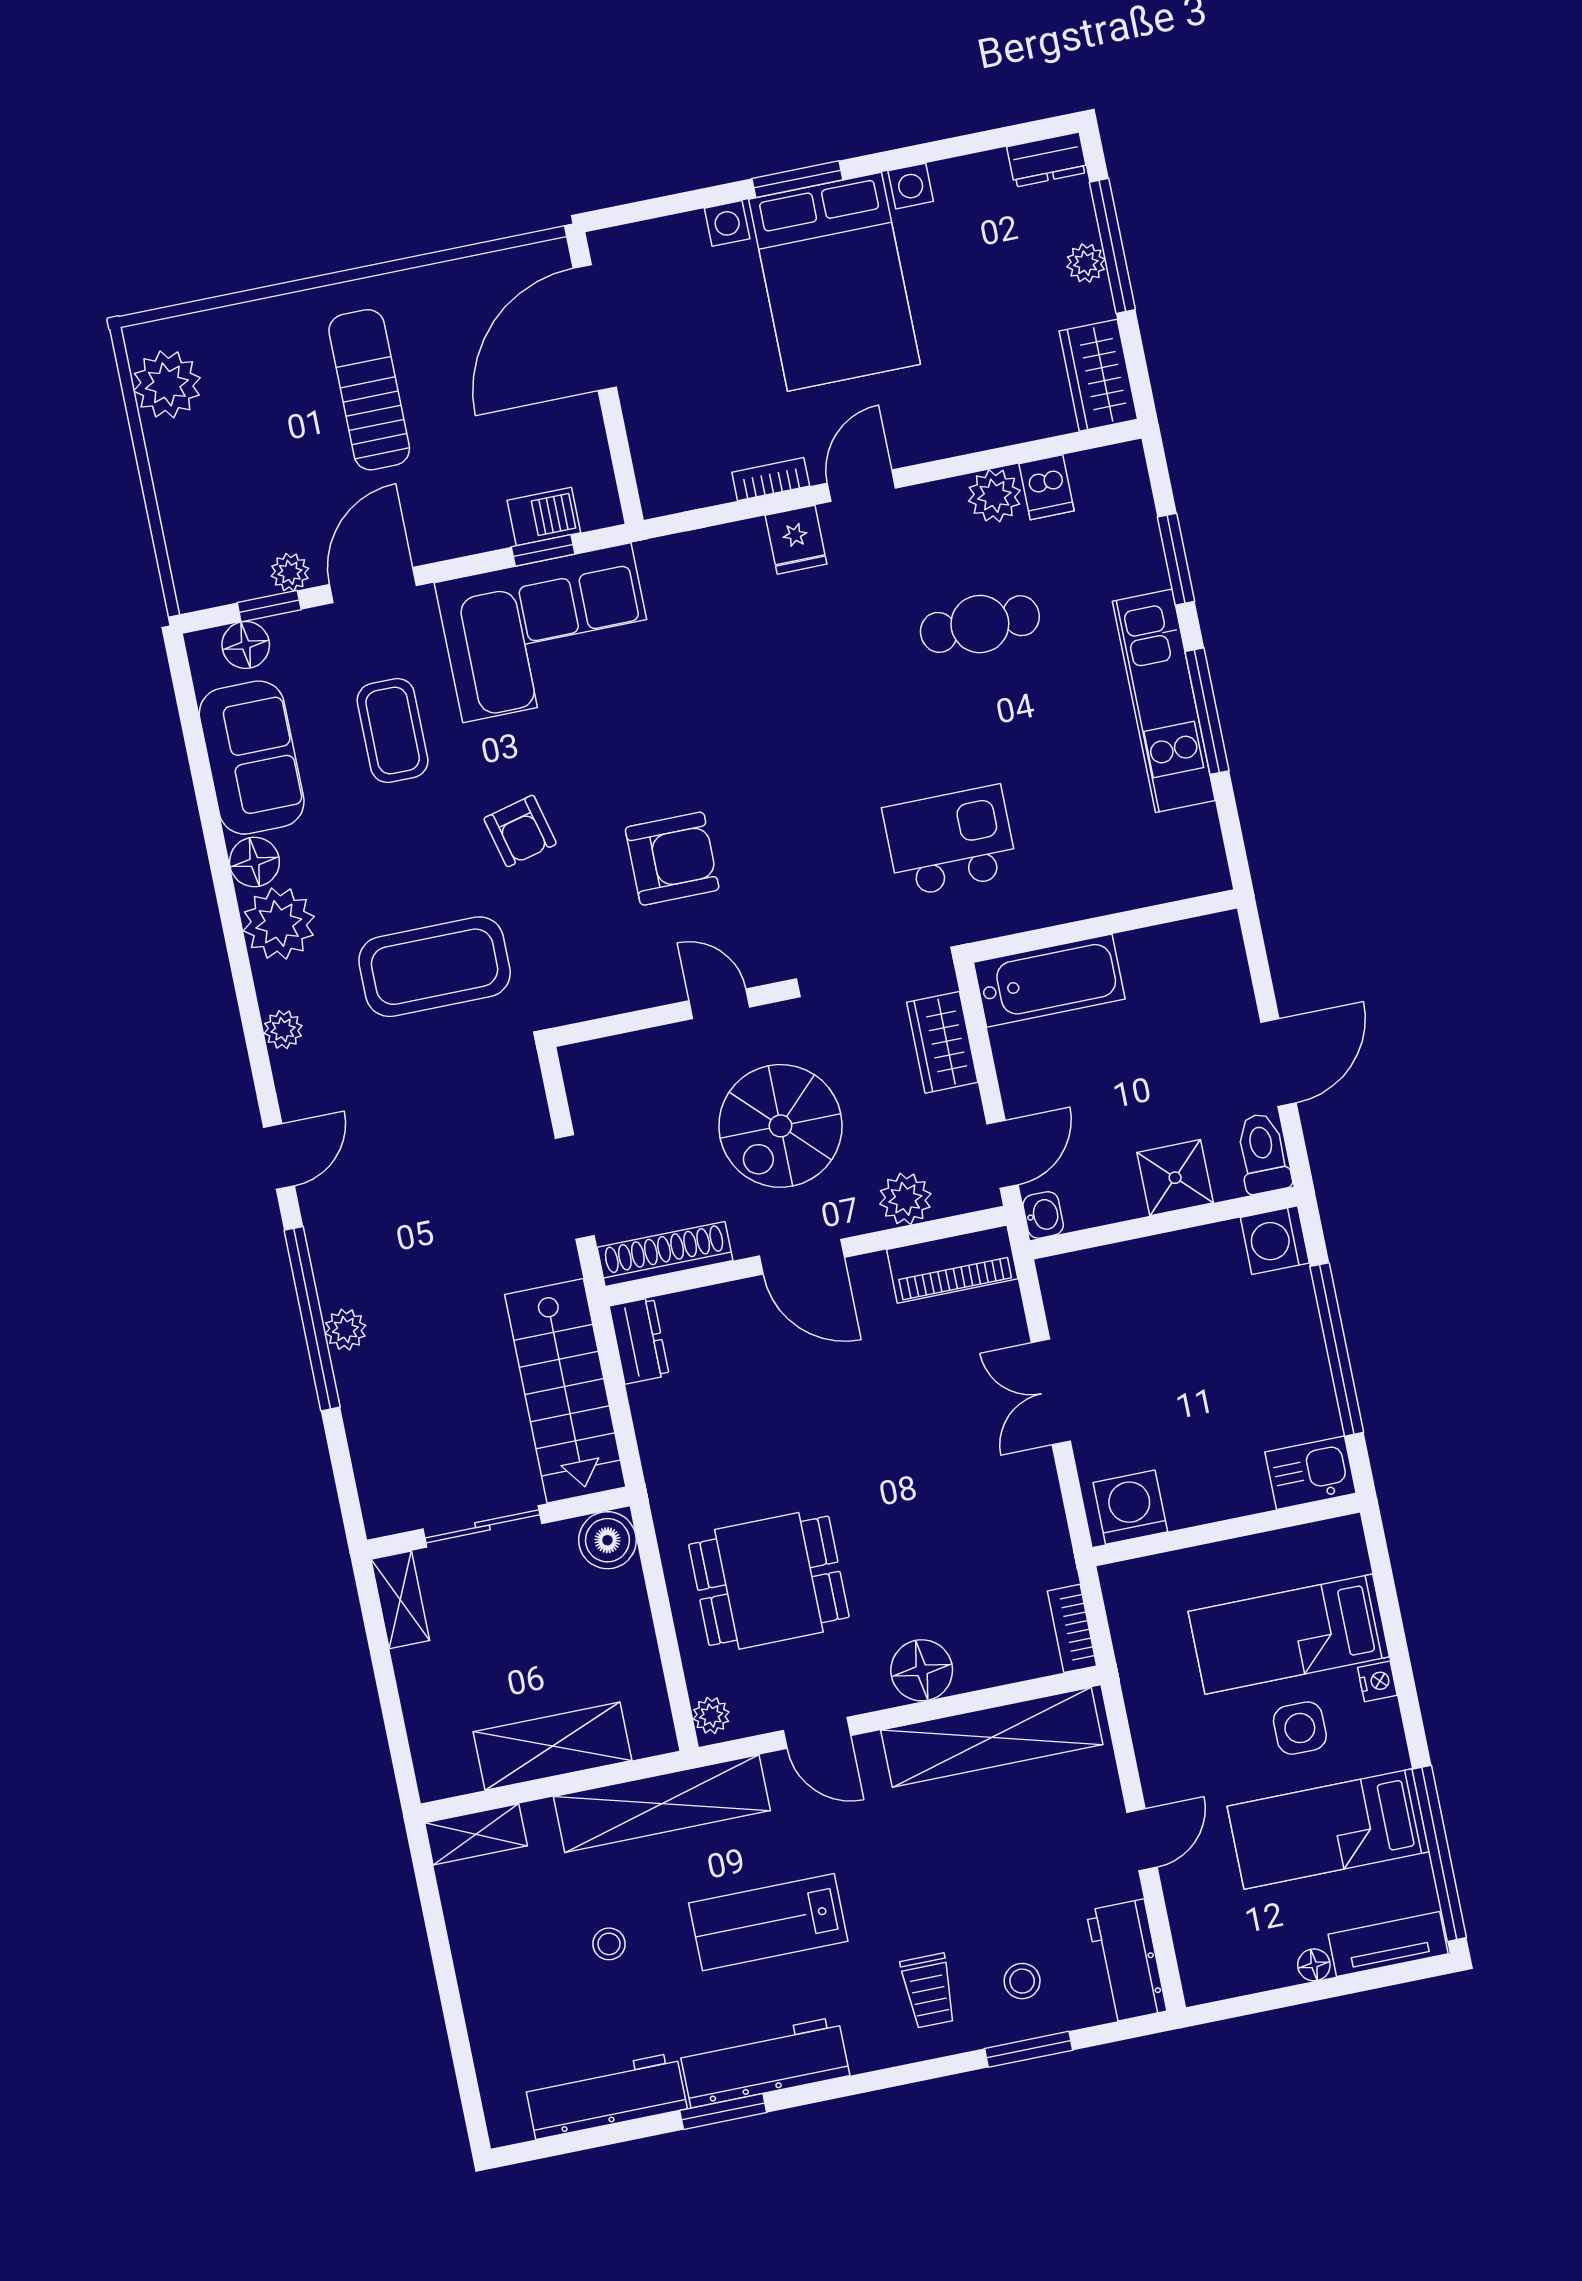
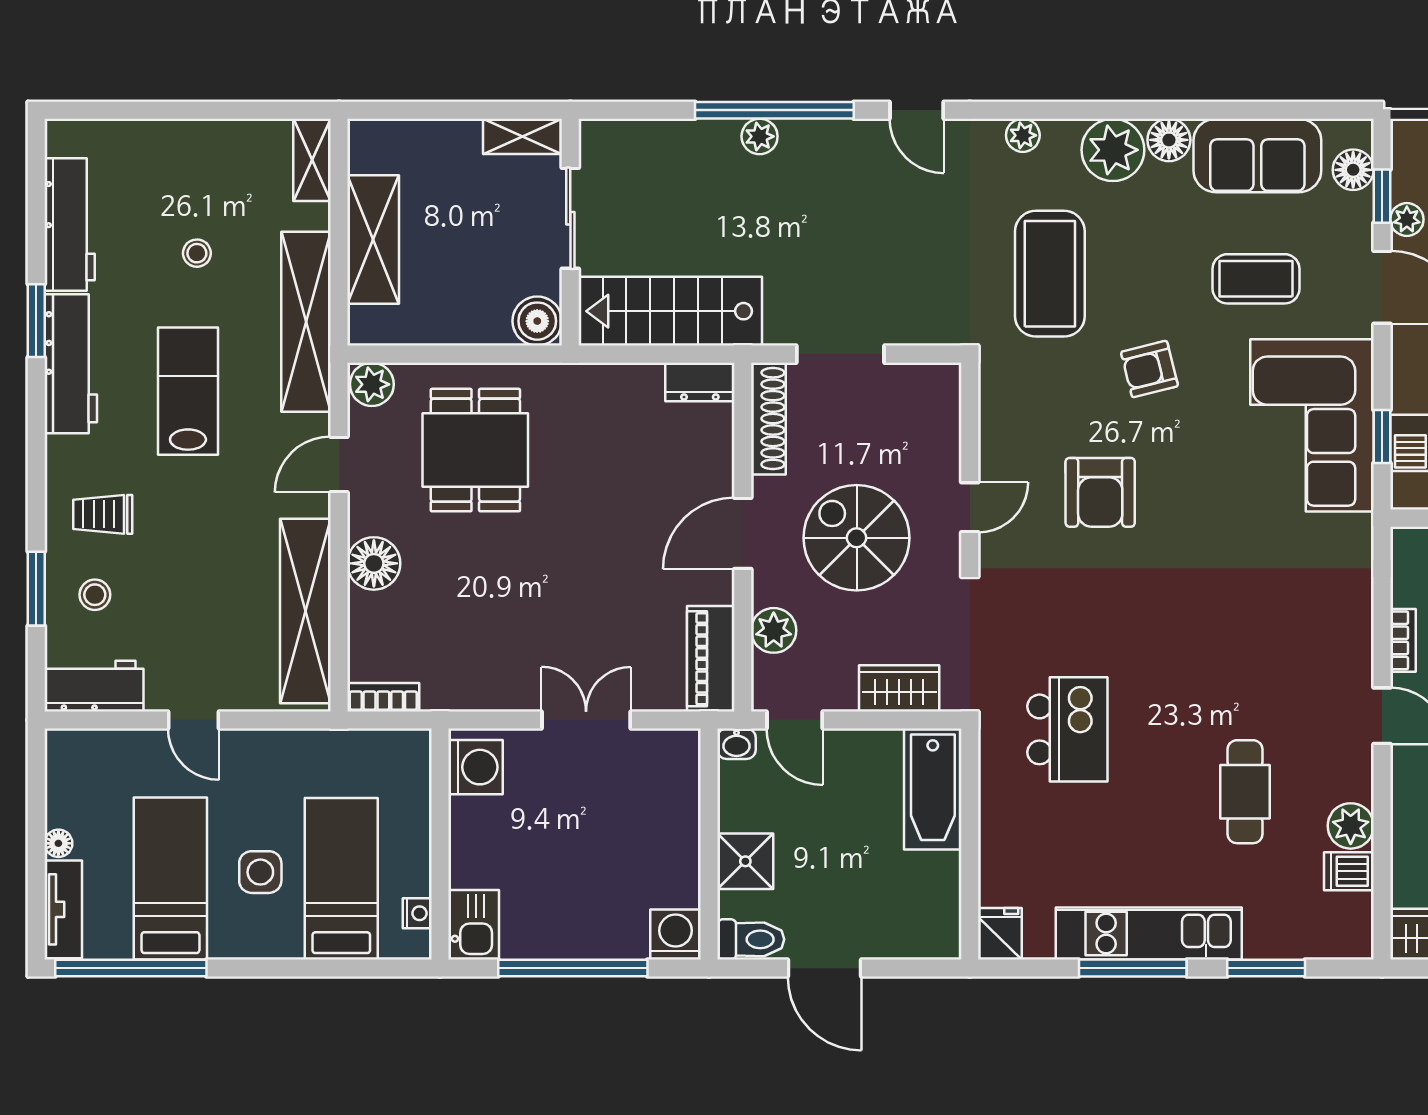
fridge: (796, 540) -> (1000, 934), moved, turned 90
nightstand: (1377, 1681) -> (417, 913), moved, turned -90
plant: (711, 1715) -> (372, 384), width x1.38, depth x1.38

